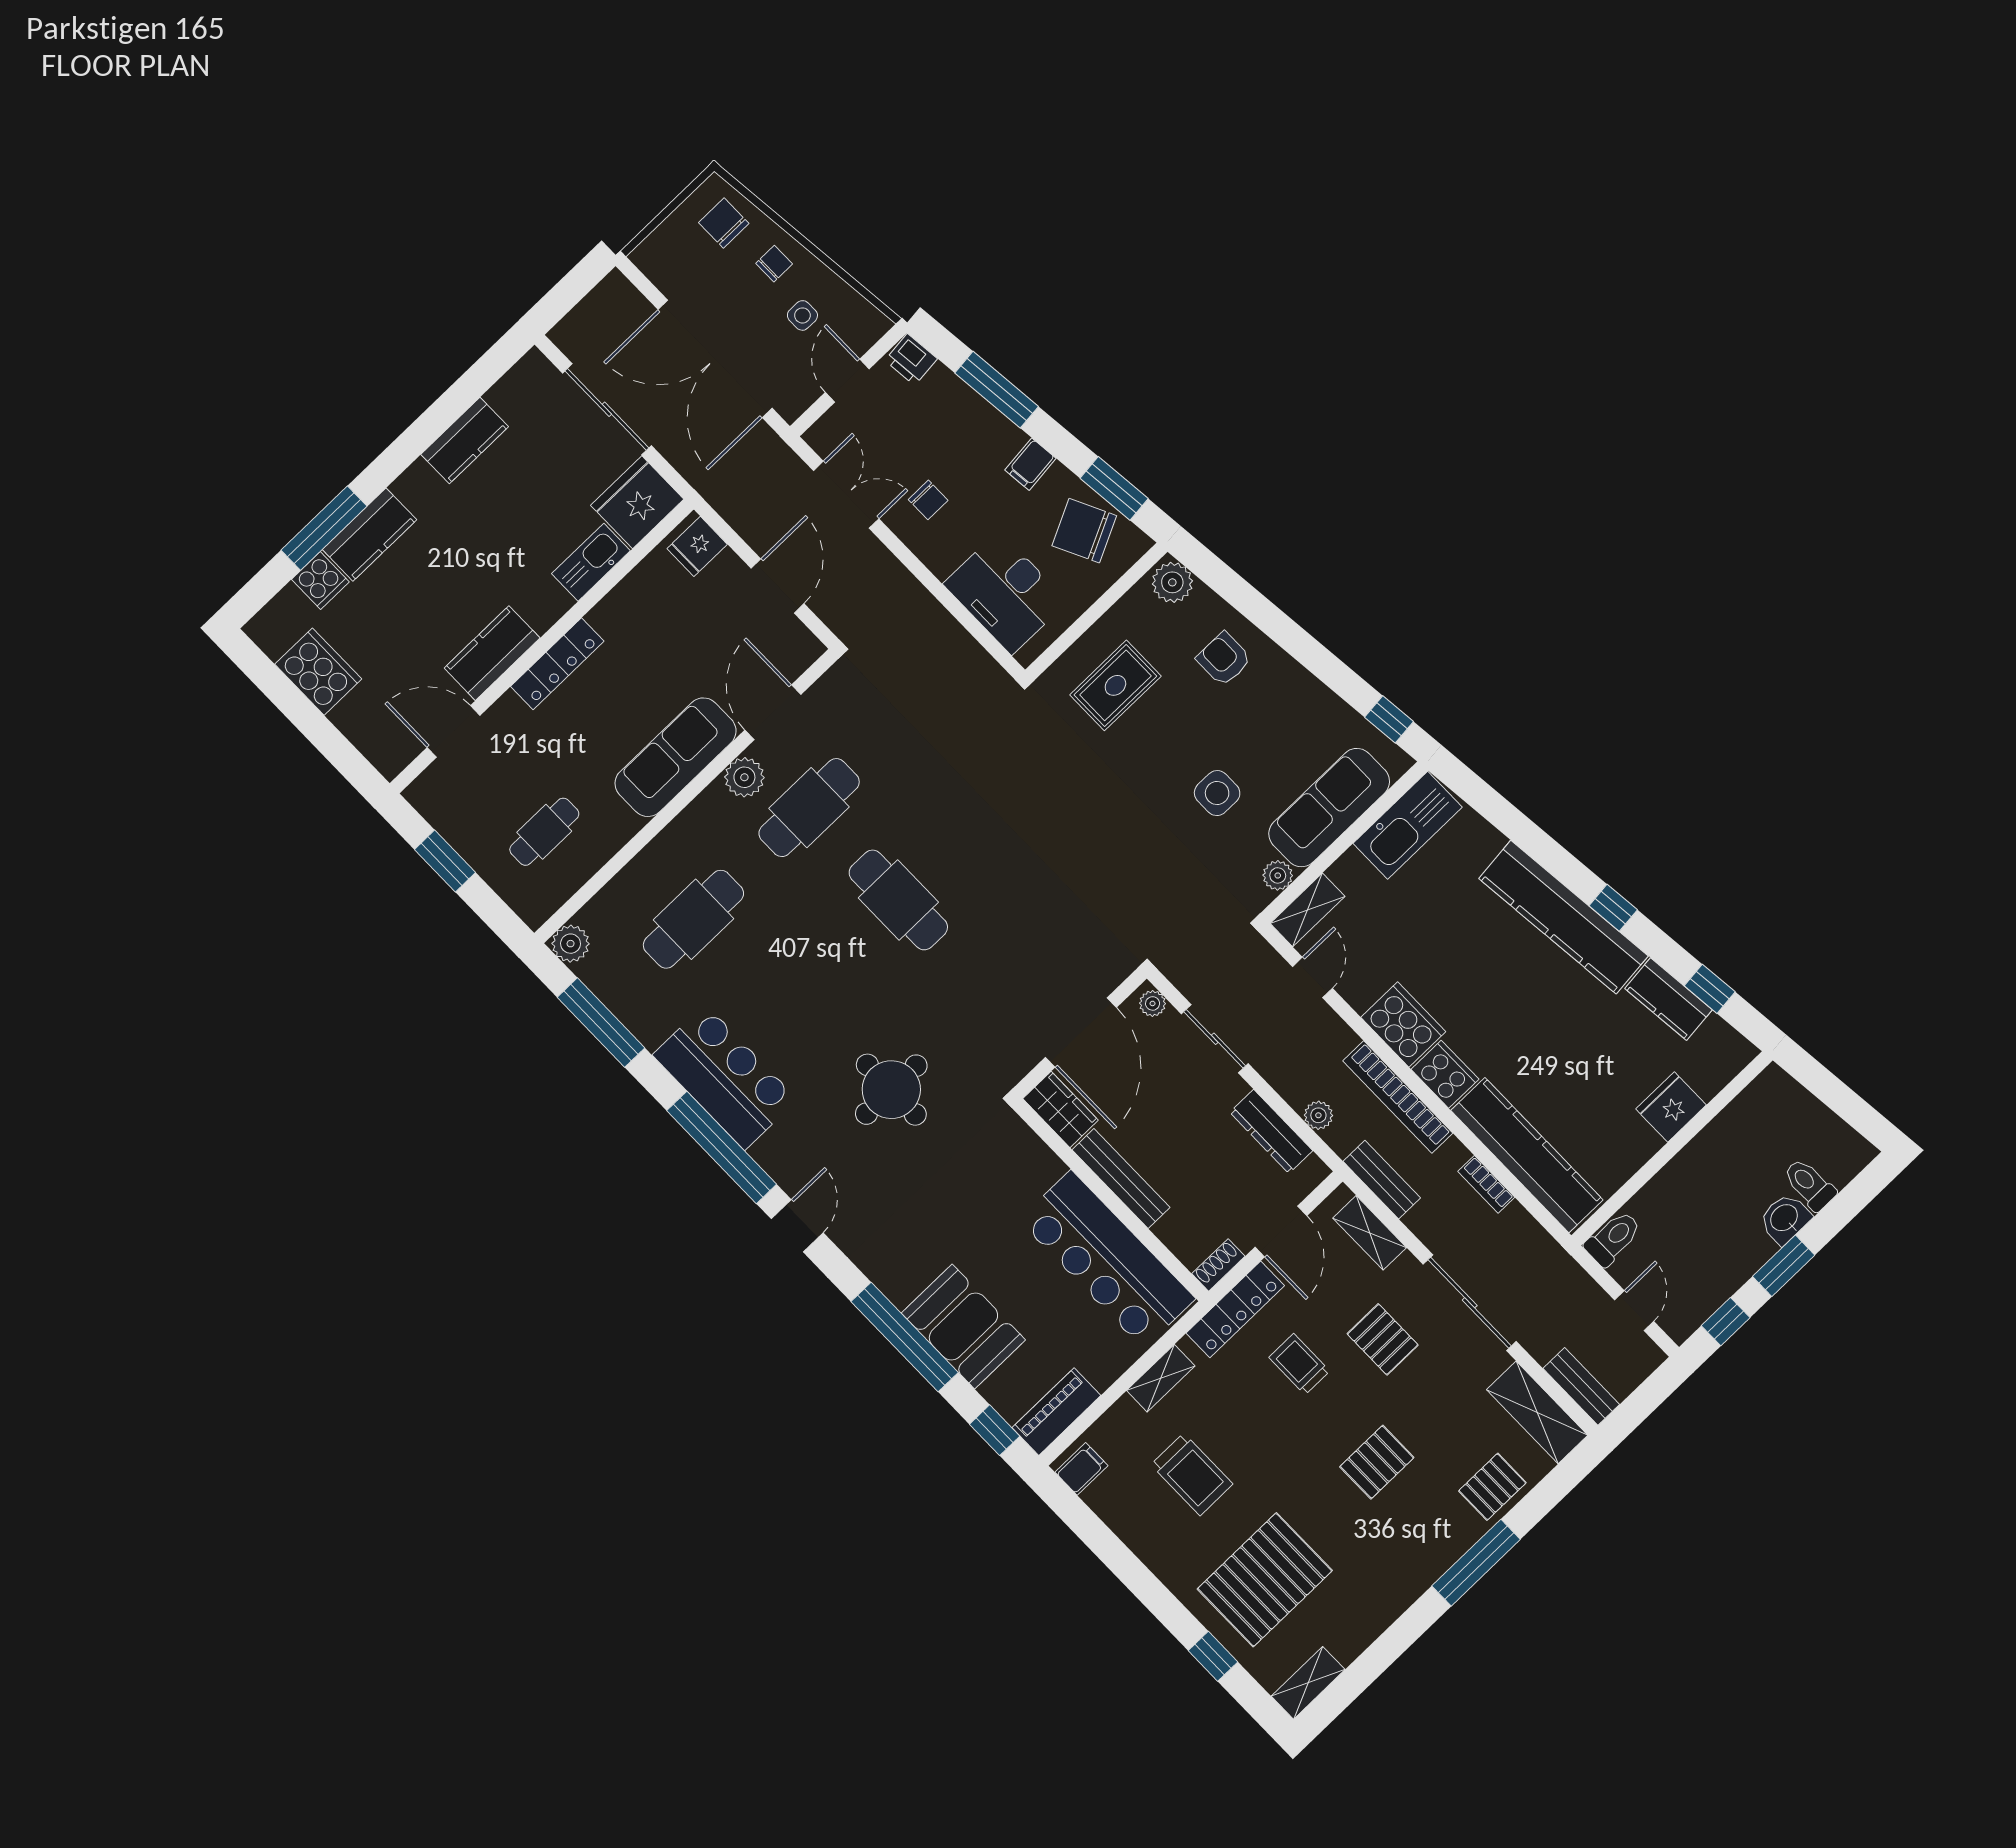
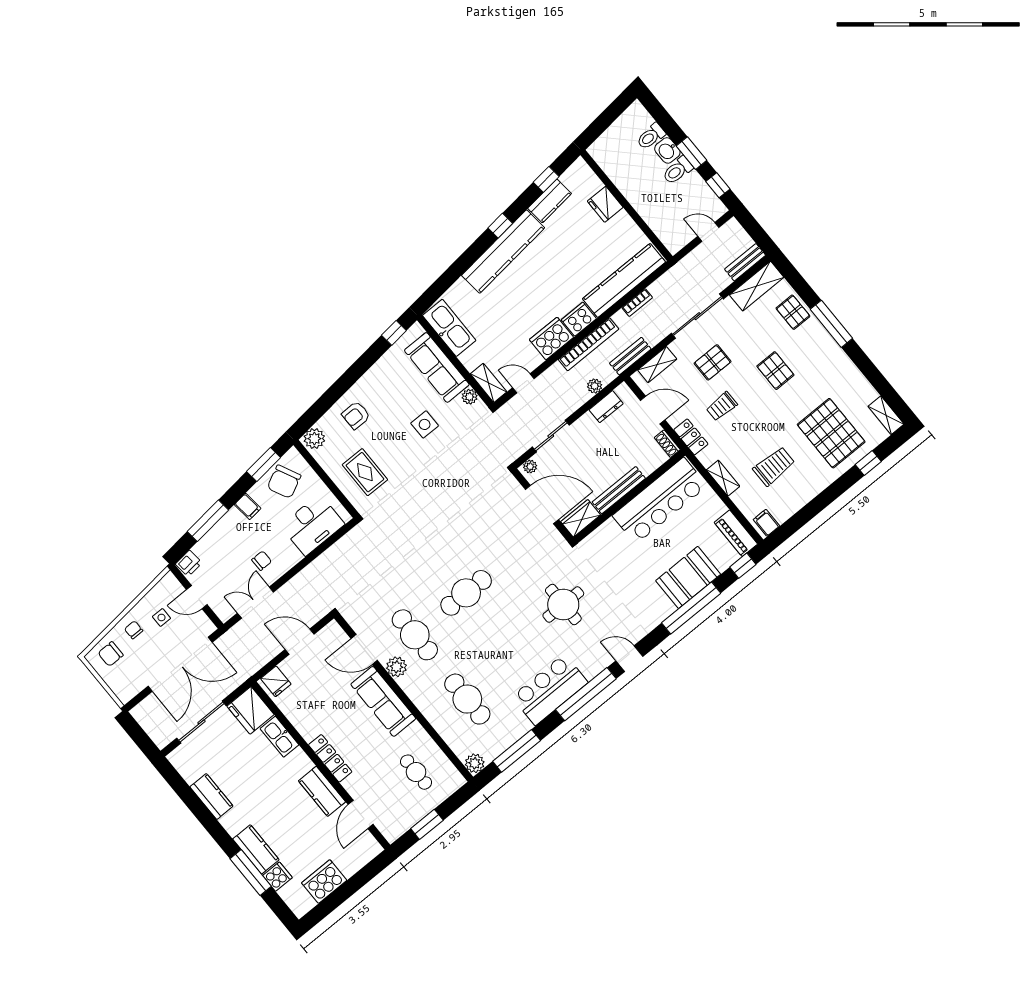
dresser: (1271, 1131) -> (606, 407), width x0.70
toilet: (1613, 1238) -> (678, 170), moved, turned -90
locker: (1235, 1309) -> (691, 437), width x0.66

